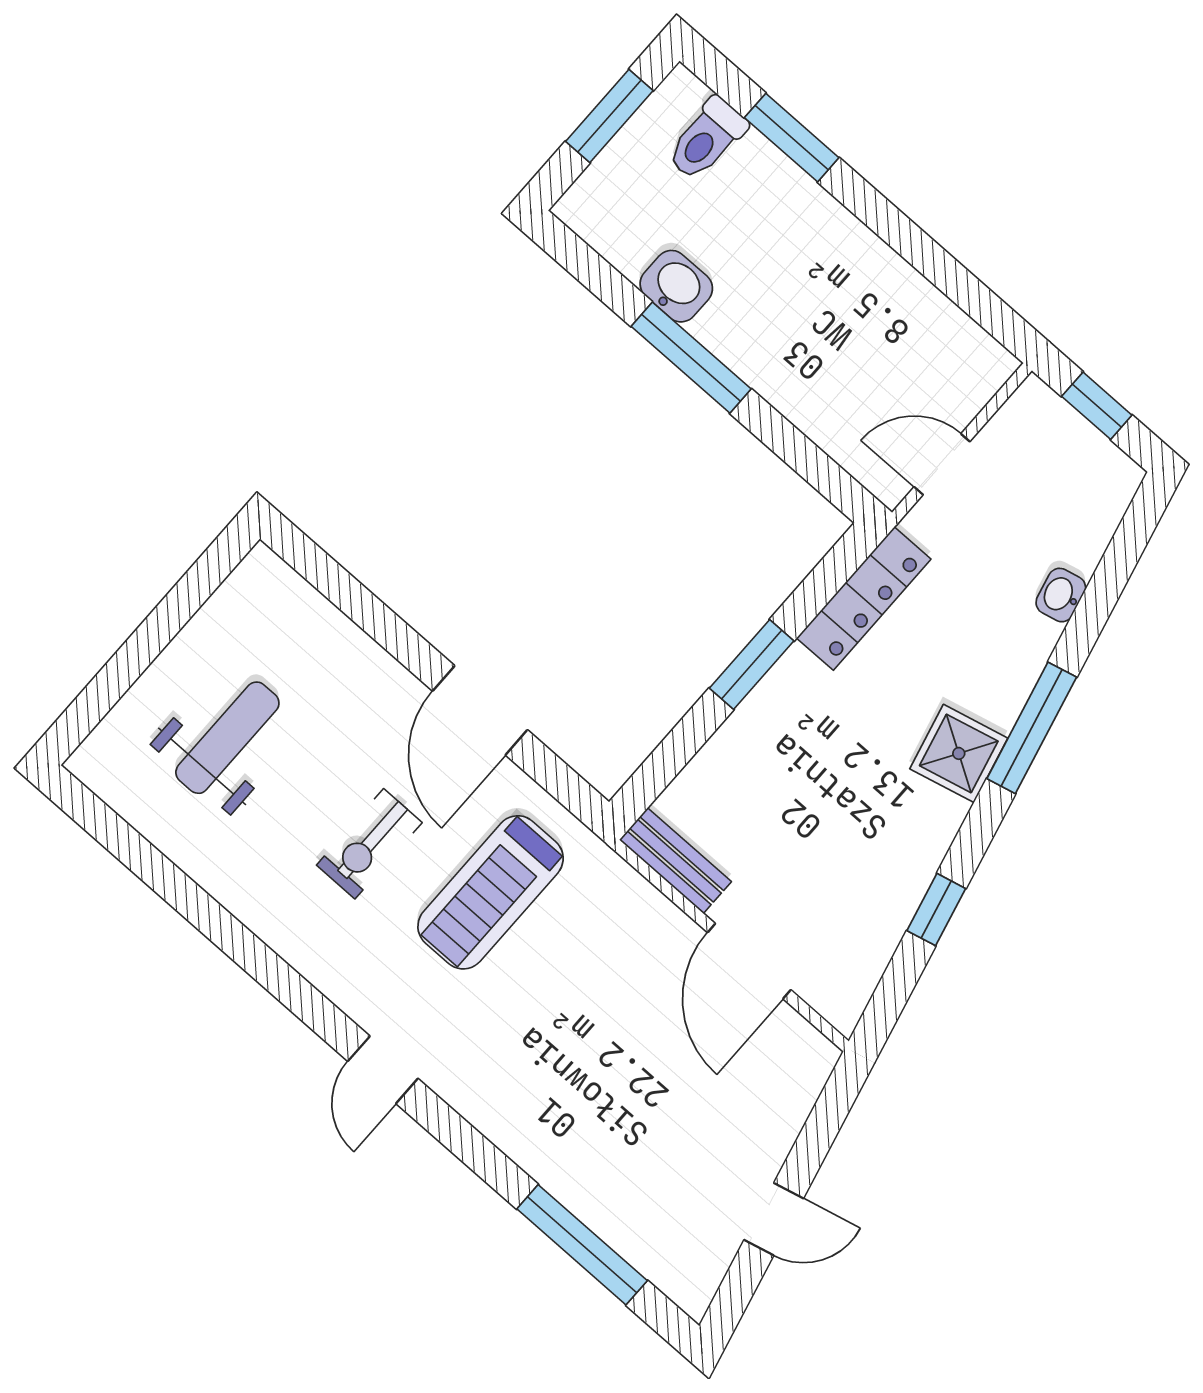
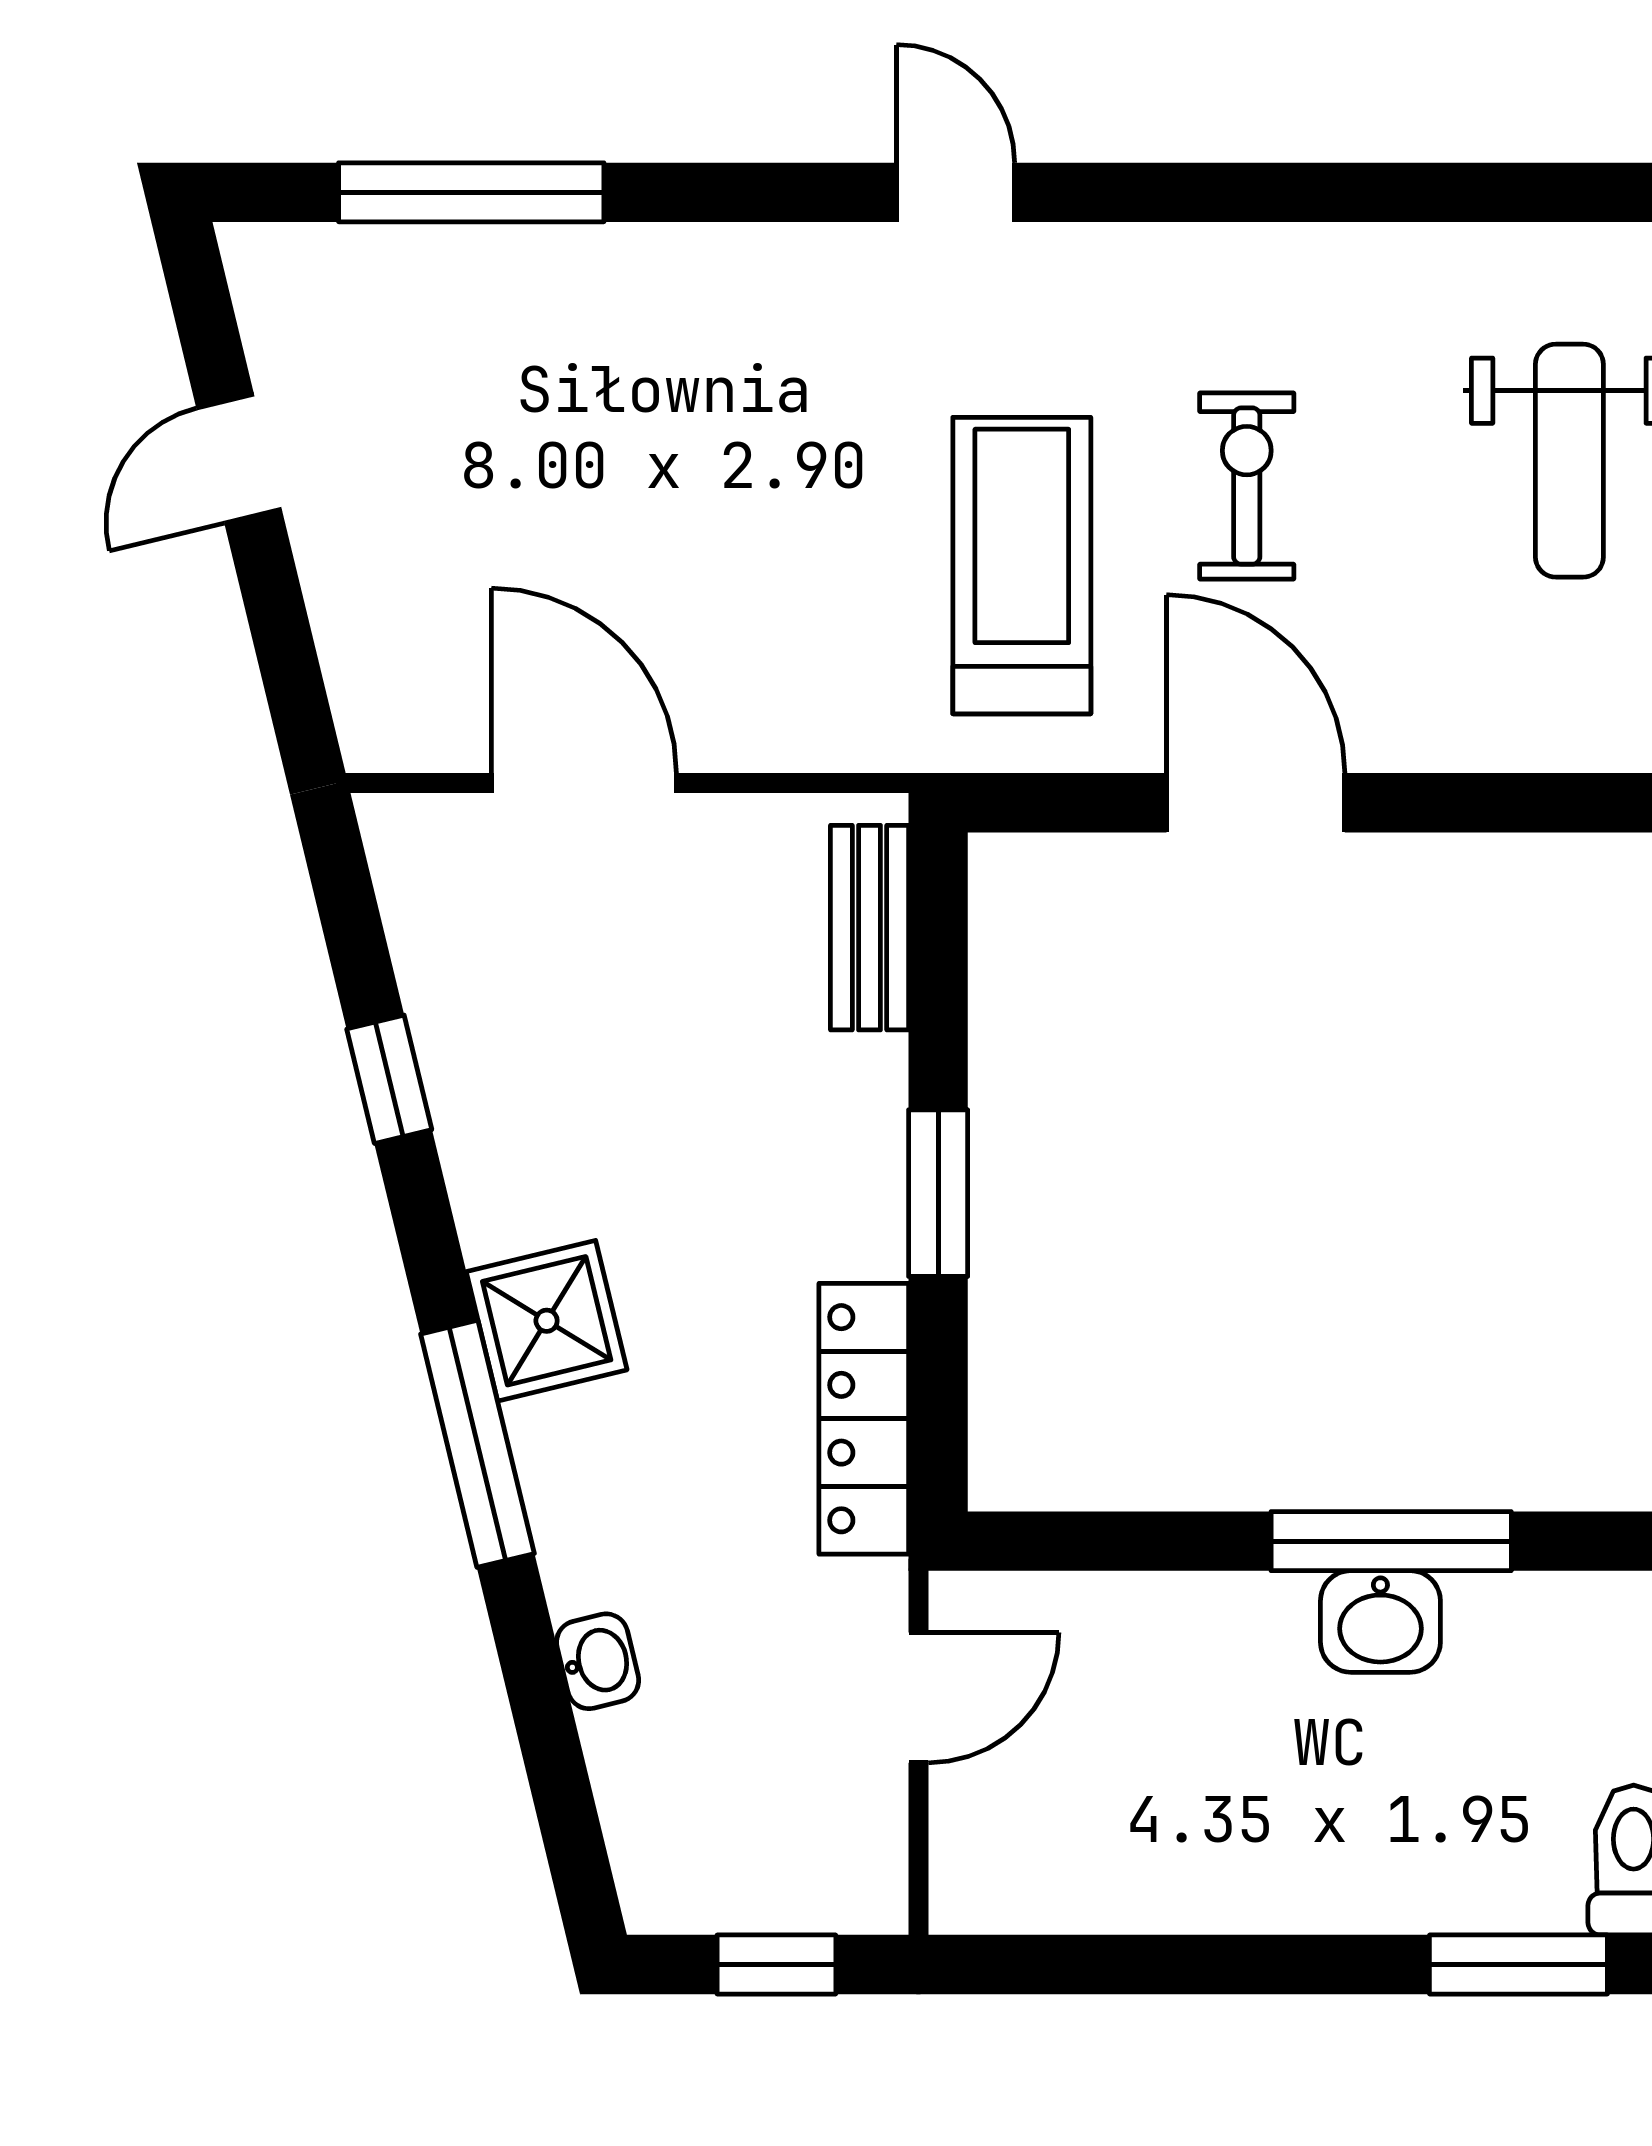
washbasin: (676, 286) -> (1380, 1621), moved
bench: (675, 861) -> (870, 928), moved, turned 90

